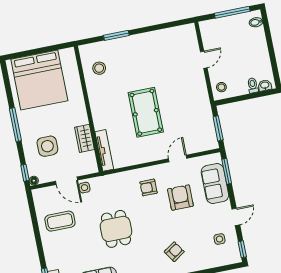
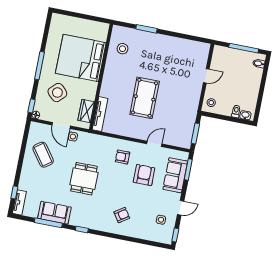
bed: (39, 80) -> (81, 58), moved, turned 90
wardrobe: (84, 138) -> (86, 111), moved
side table: (47, 146) -> (57, 93), turned 45
coffee table: (60, 221) -> (43, 155), turned 54

